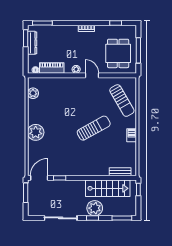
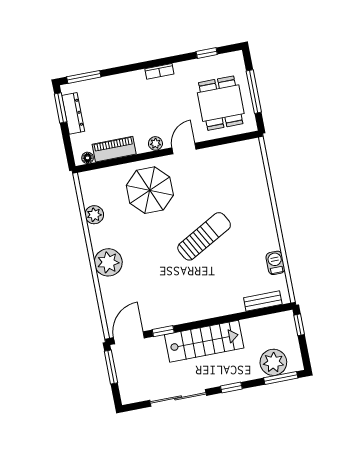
door: (92, 75) -> (184, 148), hinge flipped
plant: (33, 93) -> (94, 215), moved
parasol: (68, 95) -> (150, 190), added
sun lounger: (122, 101) -> (242, 181), removed
barbecue: (132, 135) -> (275, 263), moved
stairs: (108, 188) -> (204, 341), moved
plant: (95, 208) -> (273, 362), moved

